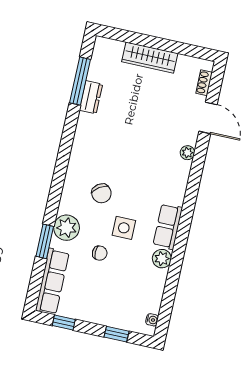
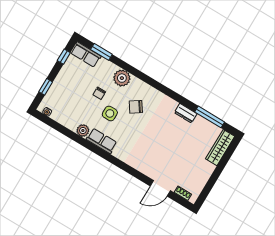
wardrobe: (150, 58) -> (220, 148), moved
dresser: (91, 97) -> (186, 113), moved
plant: (187, 153) -> (143, 168), removed
window: (45, 241) -> (101, 52), moved
row of seats: (52, 281) -> (86, 55), width x0.68

